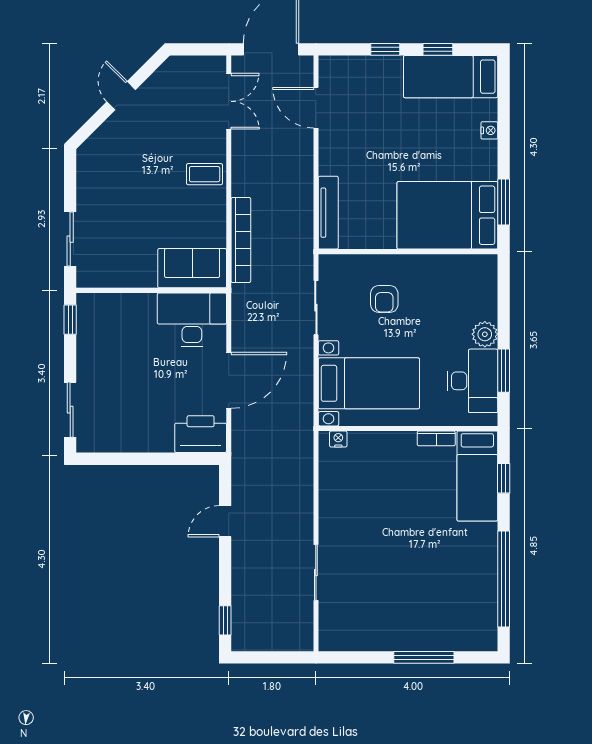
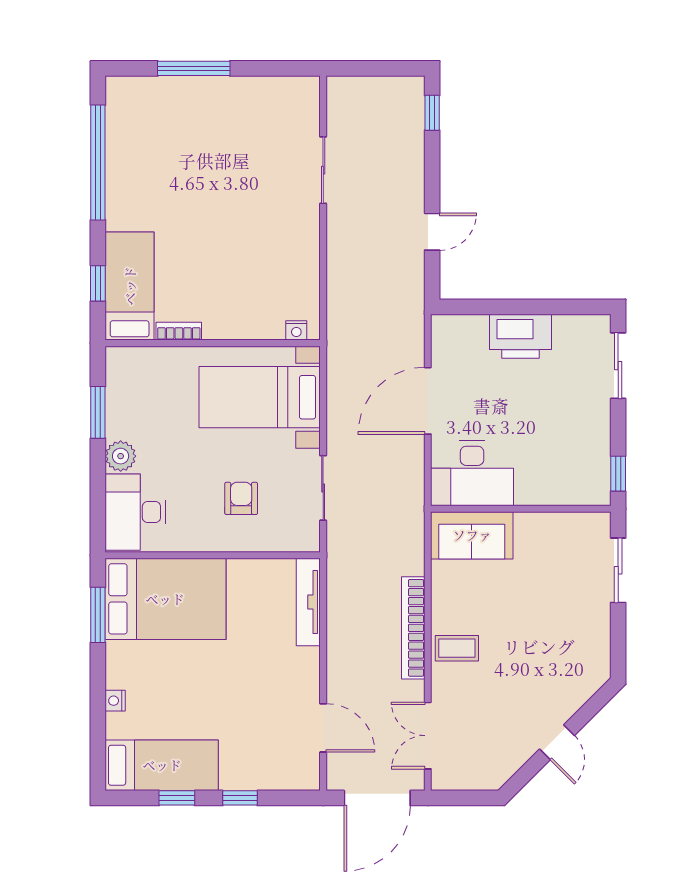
bookcase: (241, 240) -> (413, 628), moved
desk: (473, 381) -> (135, 512), moved
printer: (201, 434) -> (520, 336), moved

